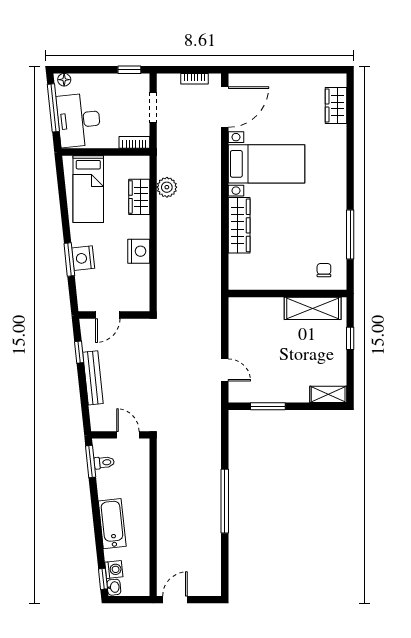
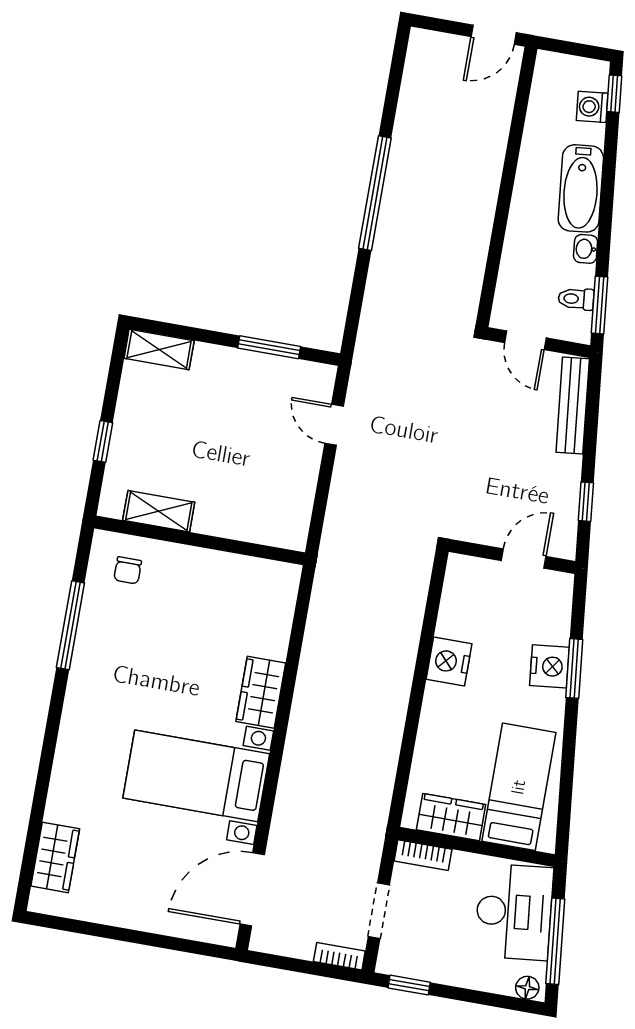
bookcase: (195, 79) -> (339, 956), moved
plant: (167, 187) -> (380, 766), removed
wardrobe: (139, 197) -> (451, 817), moved, turned -90
wardrobe: (239, 225) -> (261, 692), width x0.67
shelving: (313, 308) -> (159, 511), width x0.67, depth x0.75
bench: (93, 378) -> (573, 405), moved
washbasin: (114, 587) -> (586, 249), moved

